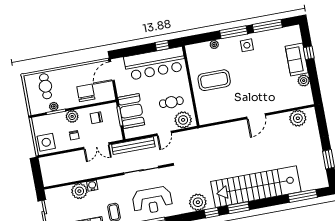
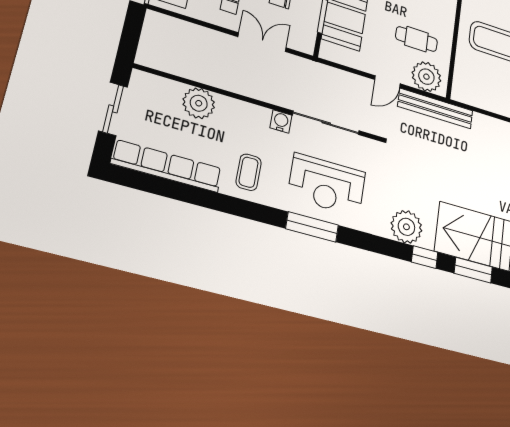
double door: (96, 146) -> (262, 42), swing flipped
bench: (133, 146) -> (435, 109), moved
water cooler: (92, 186) -> (281, 121), moved

